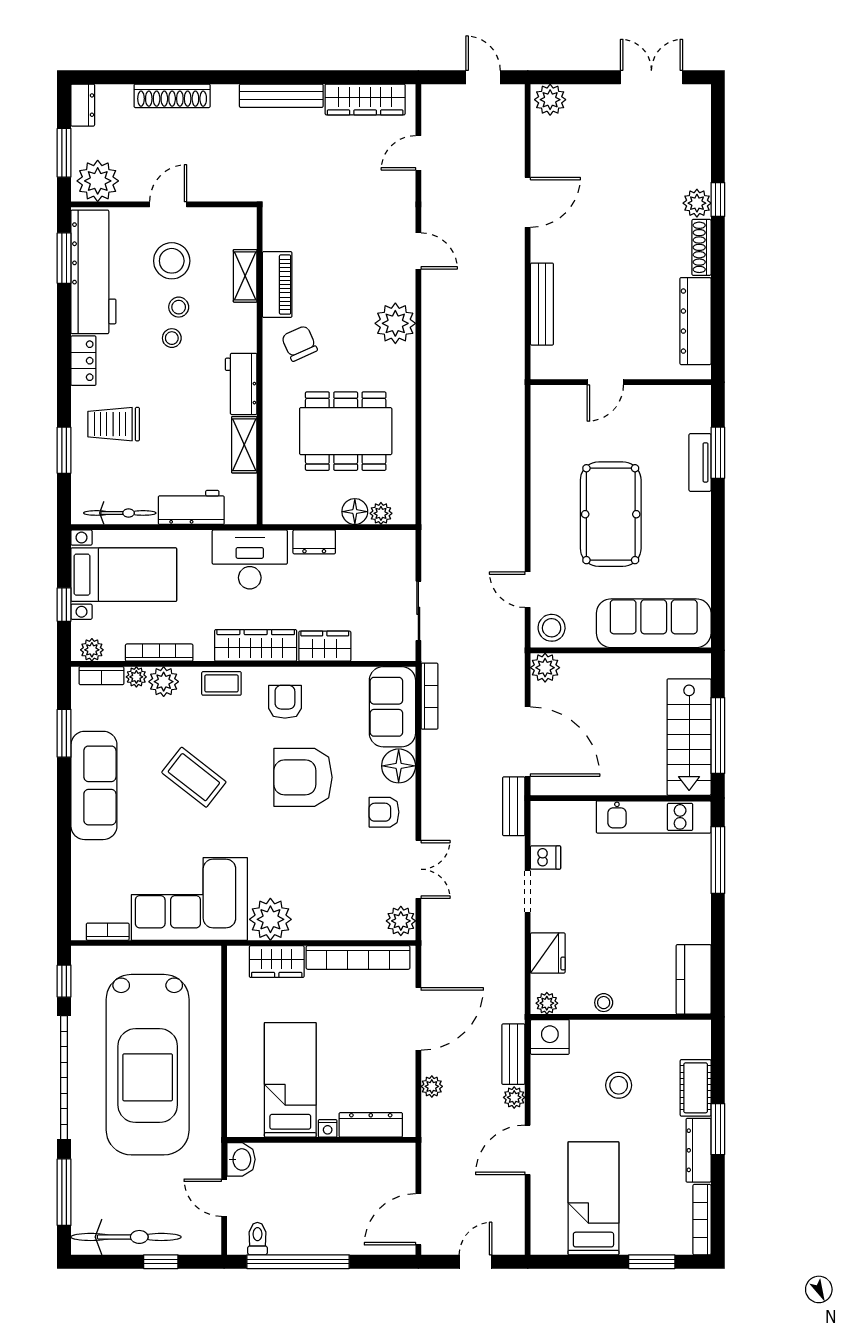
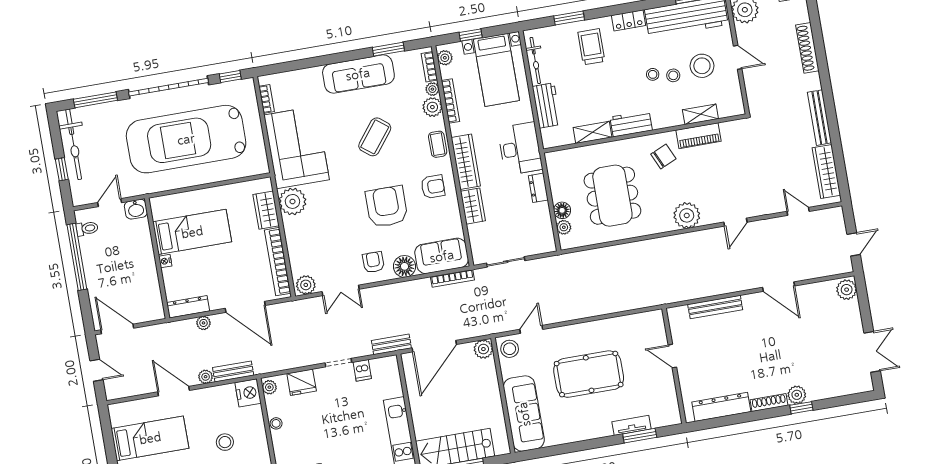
dresser: (371, 1125) -> (188, 307), moved, turned -90

